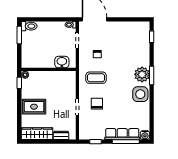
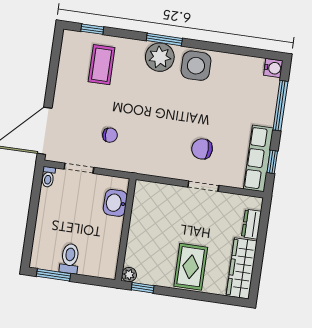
toilet: (29, 26) -> (70, 259), moved
coffee table: (96, 78) -> (102, 65), moved
row of seats: (122, 134) -> (258, 158), moved

